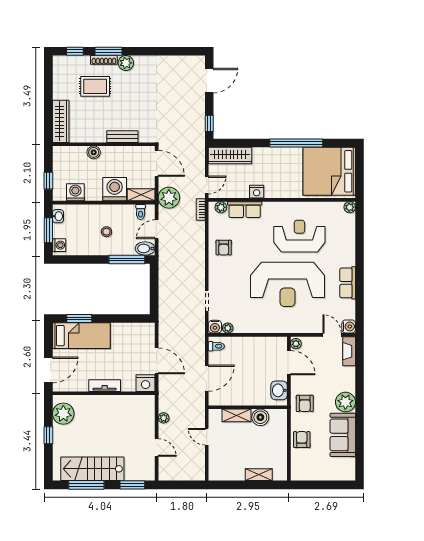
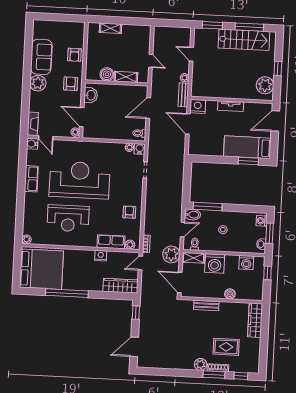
bench: (164, 397) -> (183, 95), added

